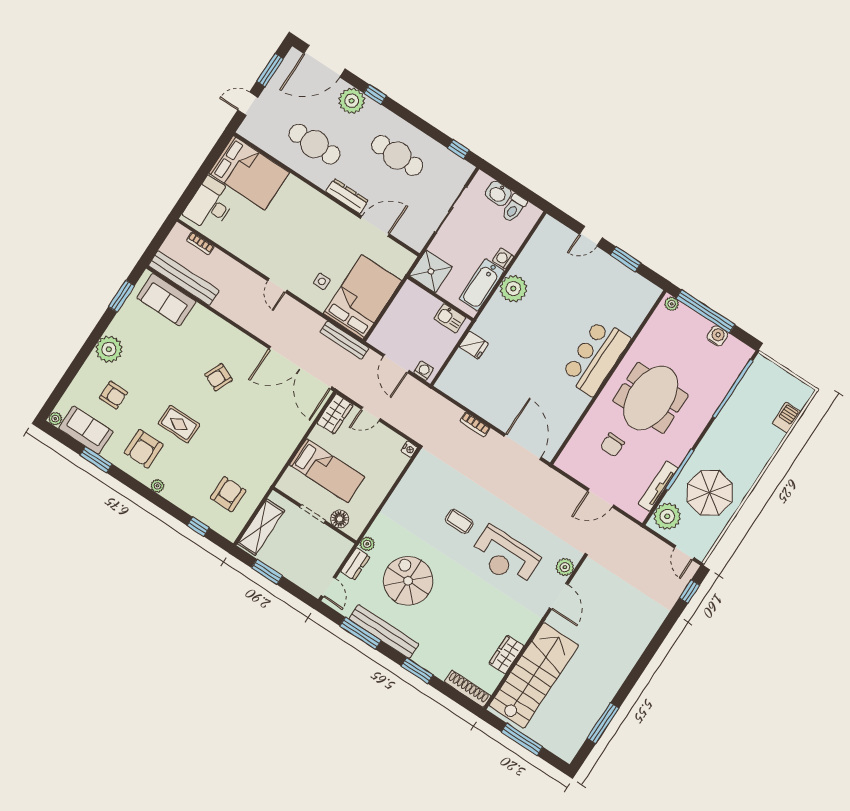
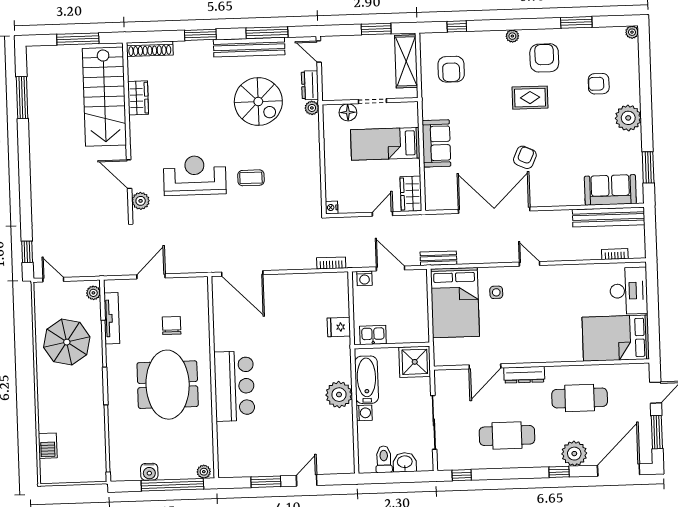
bench: (344, 340) -> (438, 258), width x0.73
double door: (300, 368) -> (494, 210), moved
bookcase: (475, 424) -> (331, 263), moved
sofa: (86, 430) -> (436, 143), moved, turned -90
plant: (667, 516) -> (93, 293), width x0.53, depth x0.53

